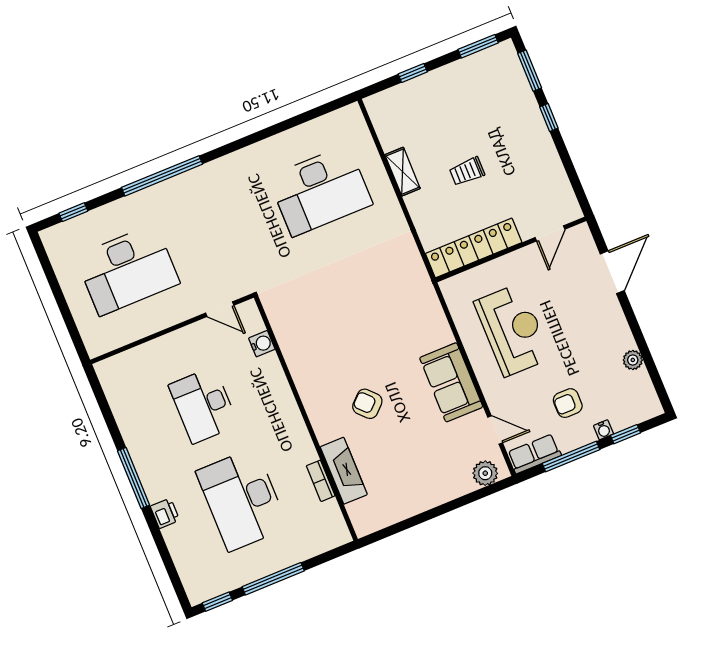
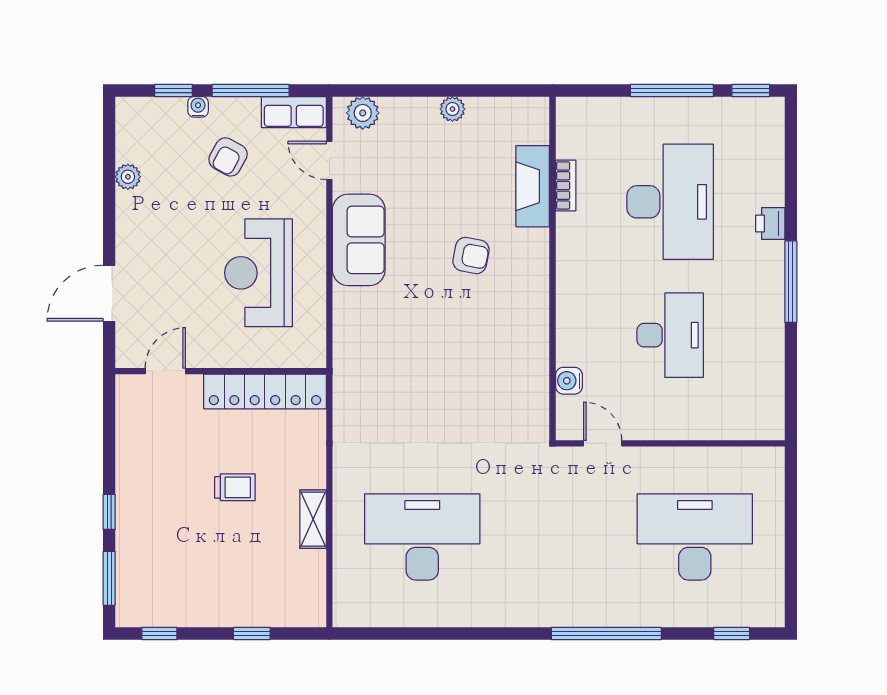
window: (478, 46) -> (159, 633), width x0.67
armchair: (568, 403) -> (228, 157), turned 119
armchair: (367, 404) -> (471, 255), turned -35
plant: (423, 502) -> (452, 109), added

